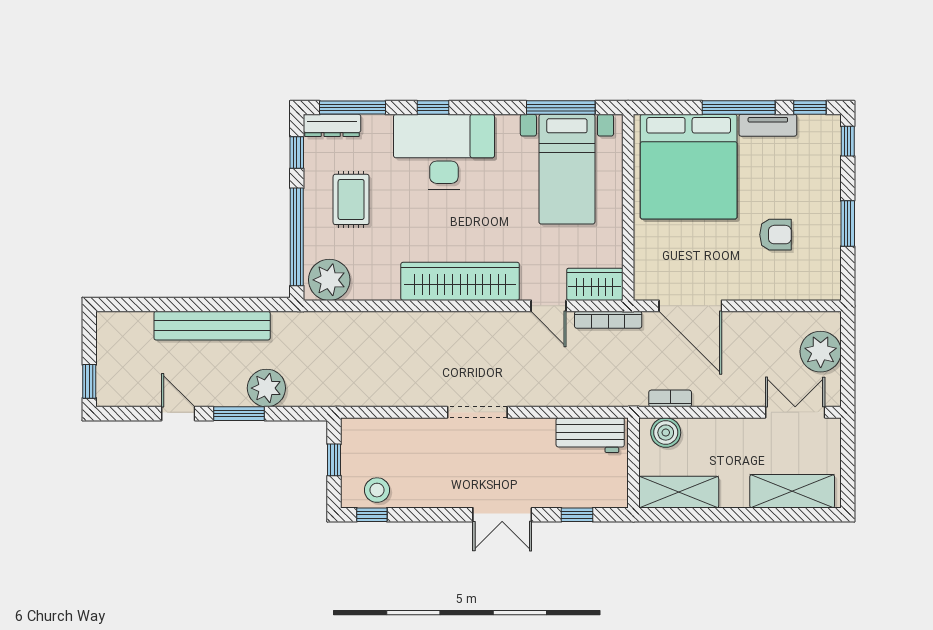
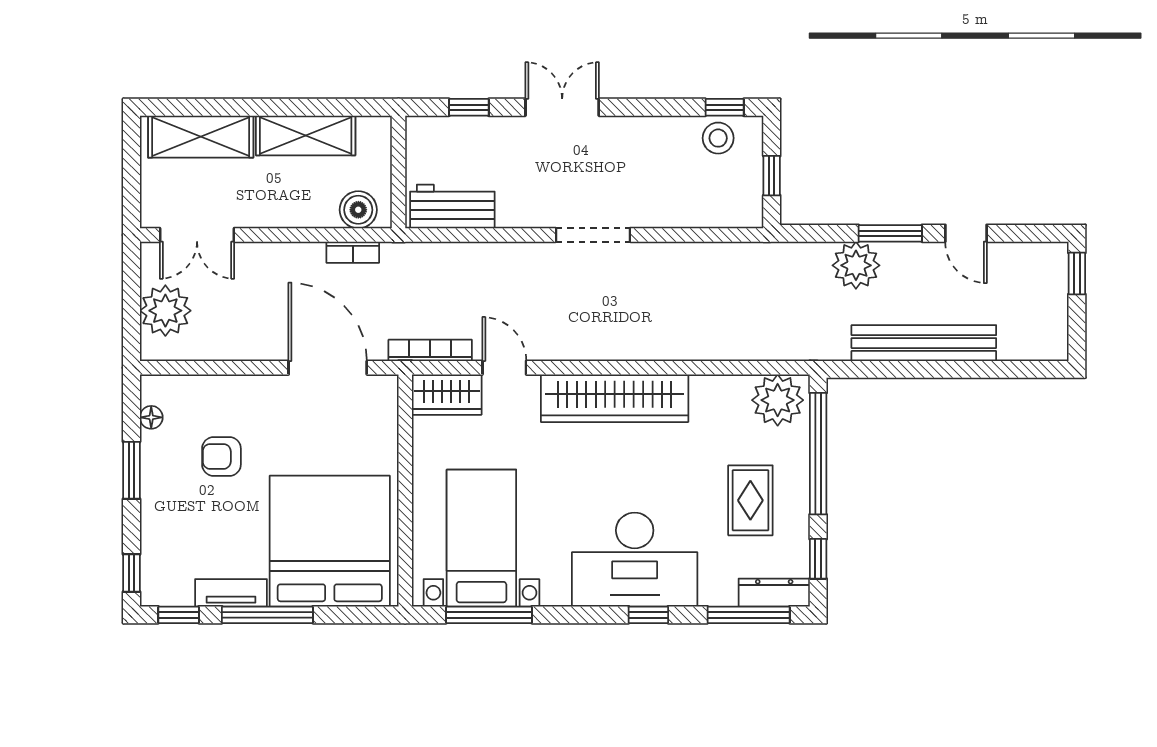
floor lamp: (832, 266) -> (151, 417), added
shelving: (679, 492) -> (306, 135), moved

